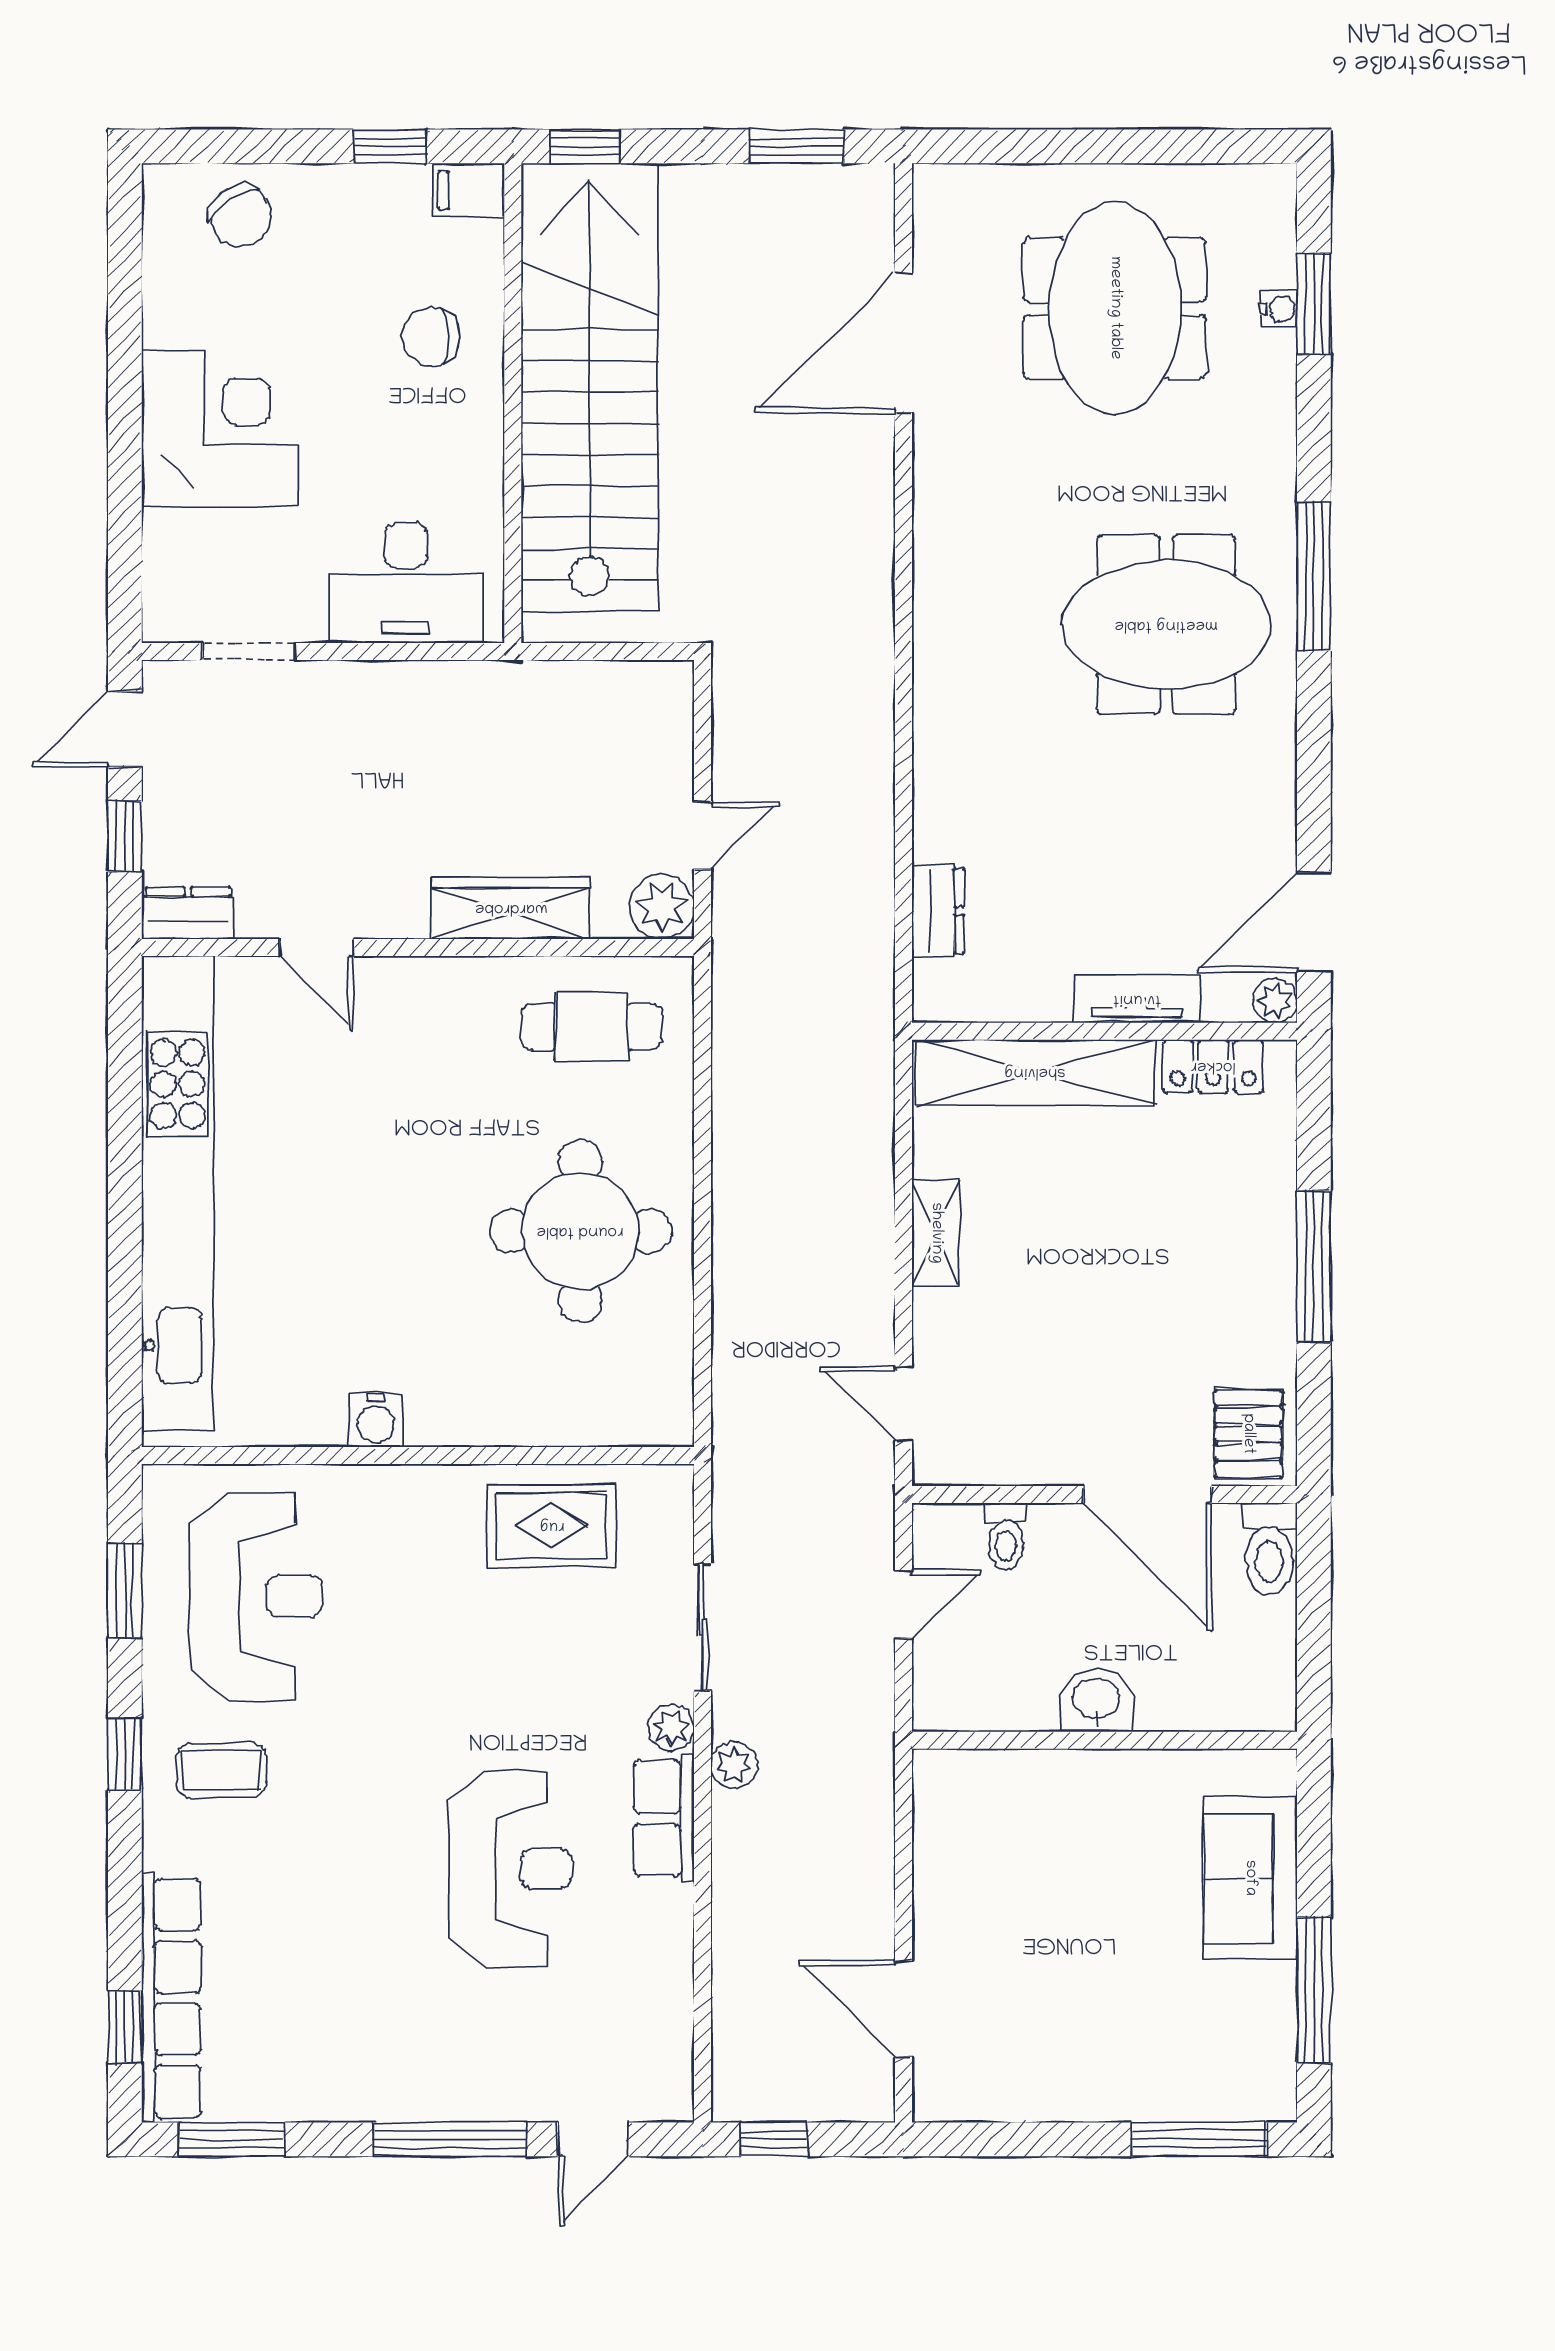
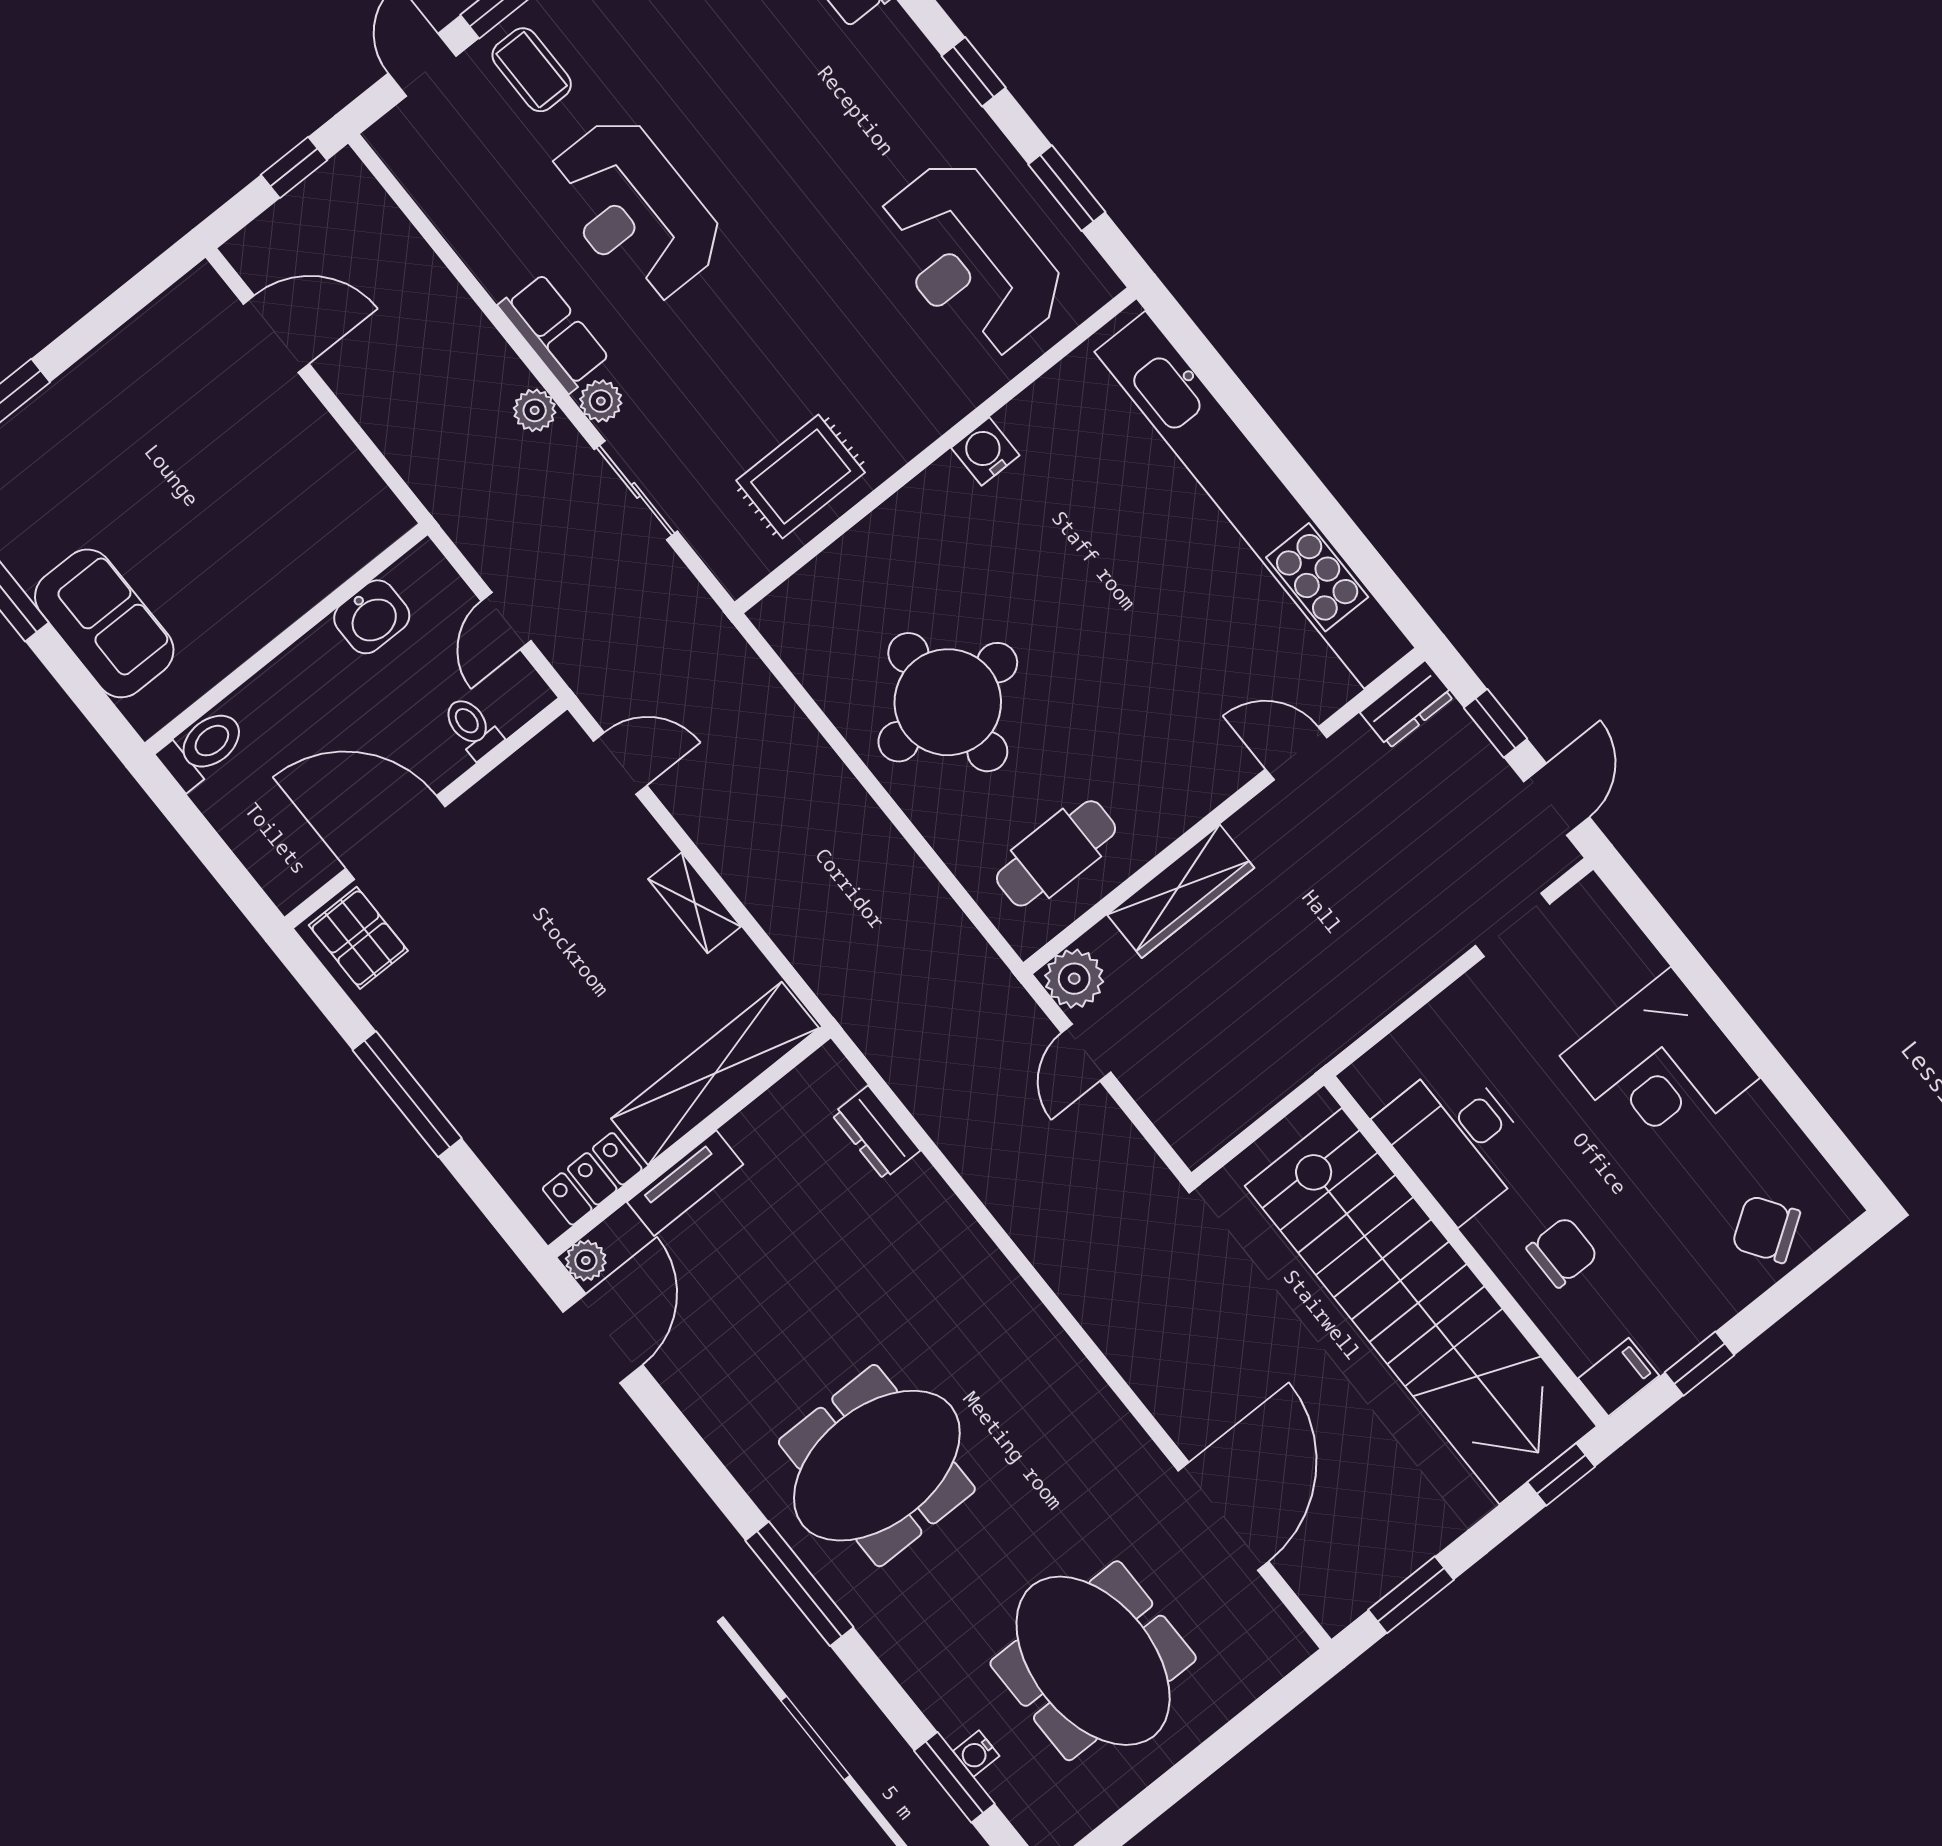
desk: (406, 583) -> (1457, 1139), moved, turned -90
toilet: (1269, 1549) -> (203, 748), moved, turned 90
washbasin: (1096, 1700) -> (372, 617), moved
coffee table: (221, 1770) -> (532, 70), moved, turned 90

